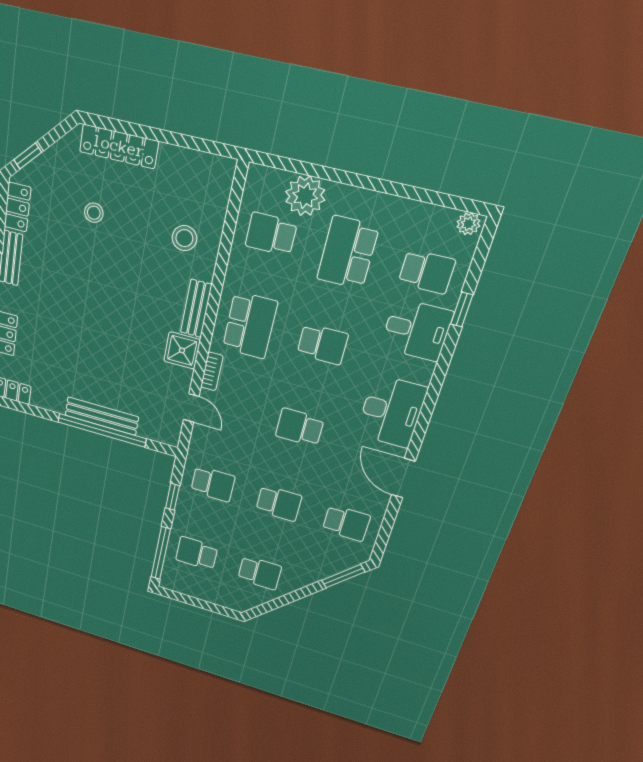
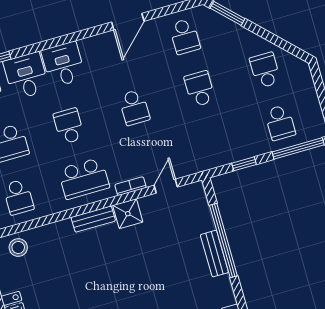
stool: (184, 238) -> (18, 248), moved
school desk: (250, 325) -> (84, 178), turned 180
desk: (391, 411) -> (63, 64), moved, width x0.73
bench: (102, 416) -> (214, 254), width x0.73
school desk: (213, 484) -> (215, 141), removed
school desk: (346, 523) -> (185, 36), turned 180

